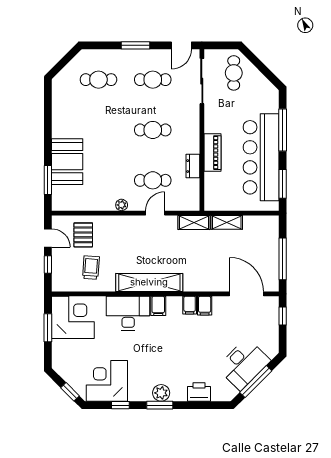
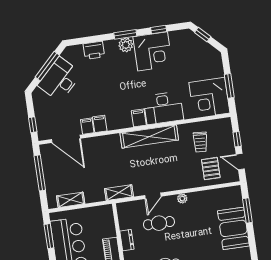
shelving: (227, 222) -> (71, 200), moved
filing cabinet: (190, 305) -> (87, 126), moved
corner desk: (107, 381) -> (153, 51), moved

